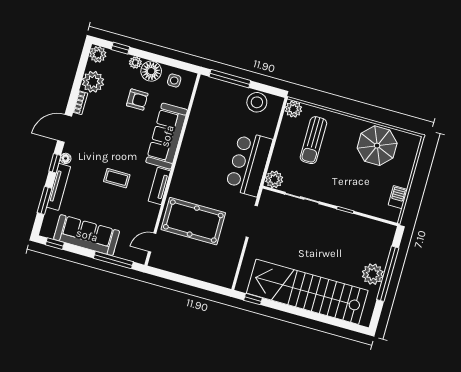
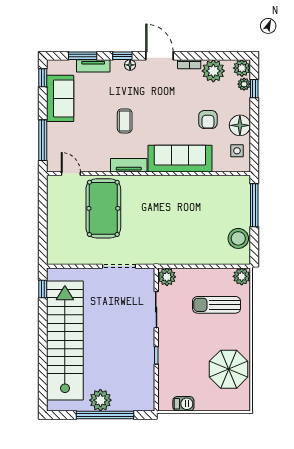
plant: (135, 63) -> (244, 84), moved
bar counter: (249, 164) -> (175, 248), removed
tv unit: (59, 187) -> (93, 66), width x0.71
sofa: (87, 235) -> (60, 98), width x0.73

